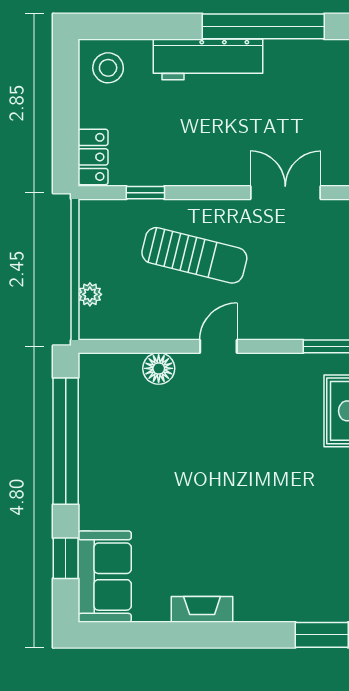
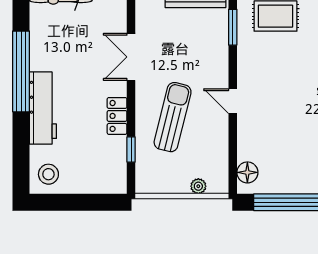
locker: (93, 157) -> (117, 116), moved, turned -90
floor lamp: (159, 368) -> (247, 172), moved

